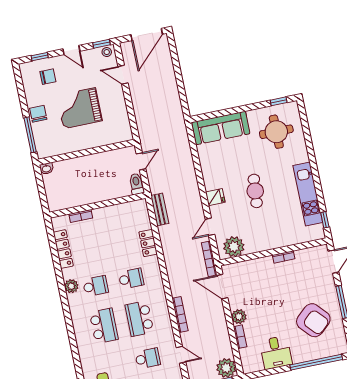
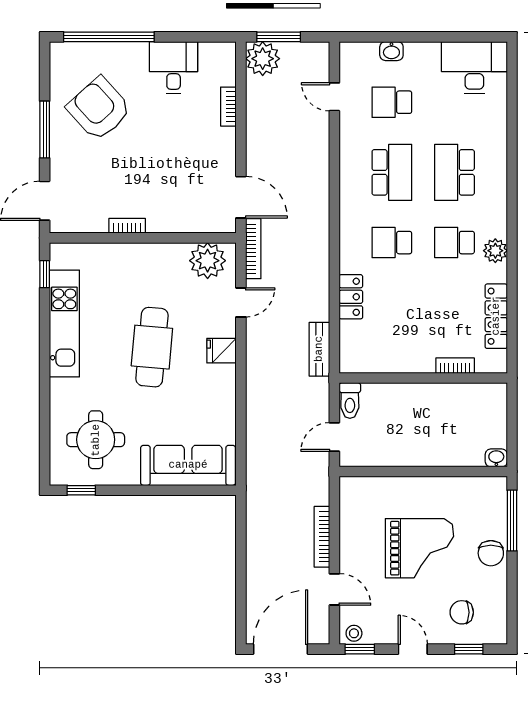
cafe table: (255, 191) -> (152, 347), width x1.37, depth x1.35
bookcase: (180, 315) -> (322, 537), moved
plant: (239, 317) -> (223, 141), removed

